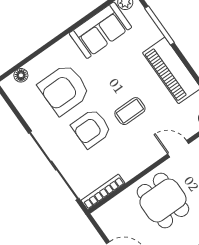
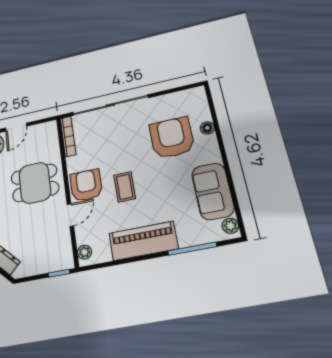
floor lamp: (21, 75) -> (207, 128), moved
armchair: (91, 128) -> (86, 185), moved

